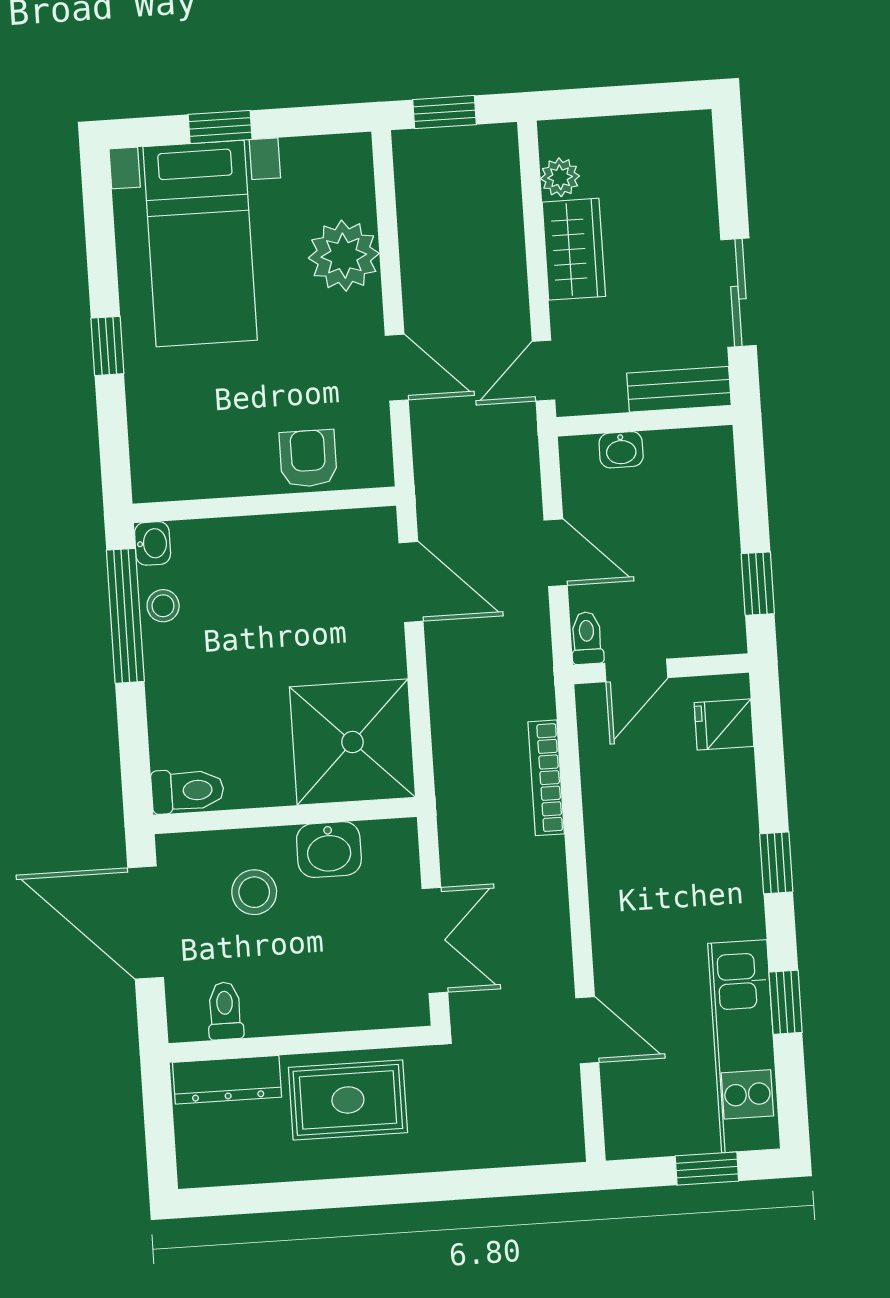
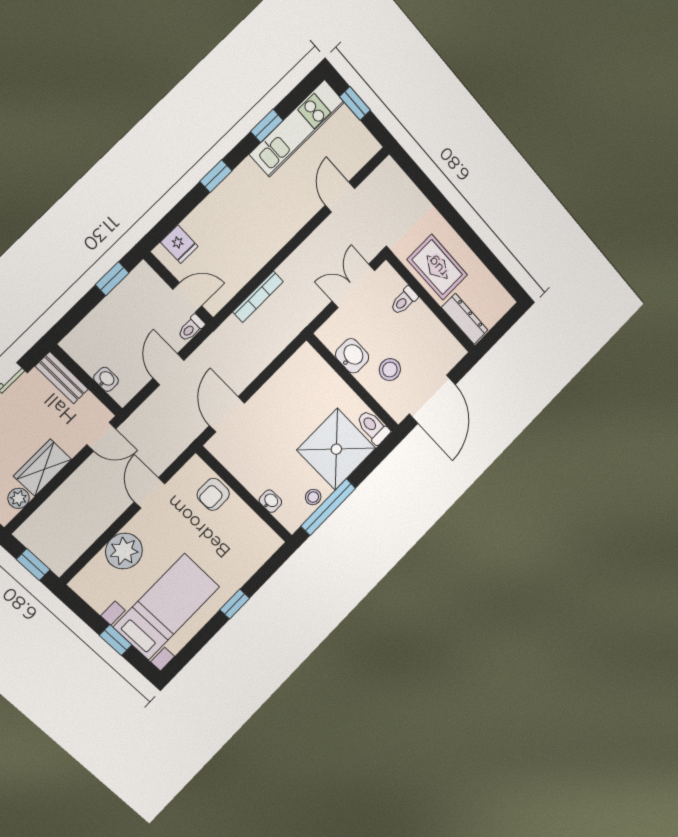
washbasin: (153, 543) -> (270, 501), moved, turned 90
shower: (352, 742) -> (336, 449), moved
toilet: (225, 1011) -> (404, 301), moved

